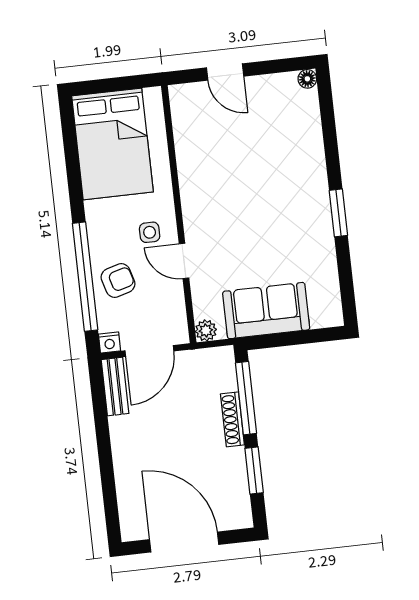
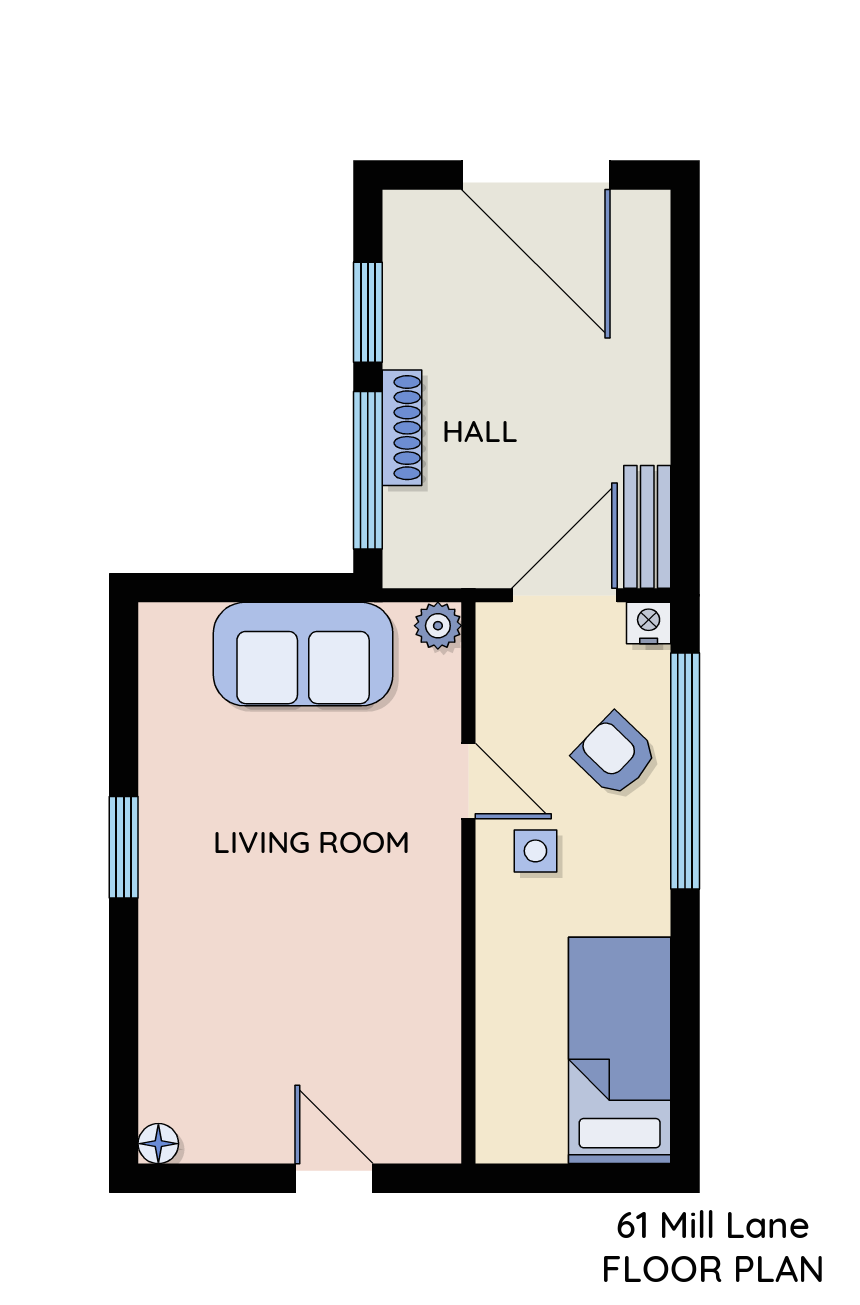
bed: (112, 144) -> (620, 1050), width x0.67
armchair: (118, 280) -> (615, 755), turned 60

